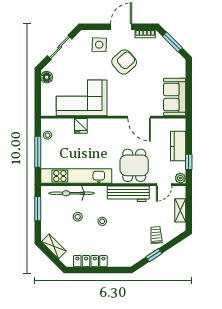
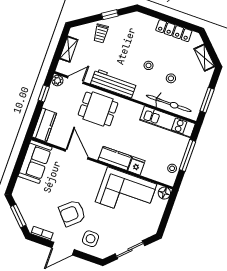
floor lamp: (47, 77) -> (164, 193), moved
kitchen counter: (103, 126) -> (115, 158), added
kitchen counter: (178, 146) -> (44, 125), moved
dining table: (134, 165) -> (98, 109), turned 90
kitchen unit: (76, 176) -> (168, 122), width x0.73

